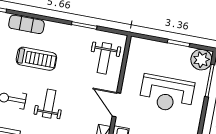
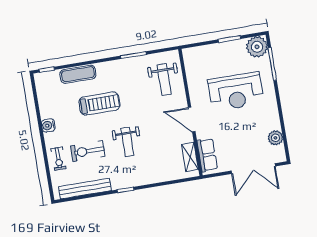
weight bench: (49, 104) -> (127, 142), turned 180

